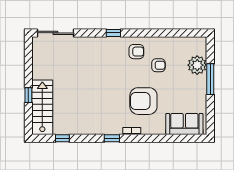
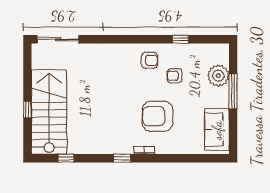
window: (113, 33) -> (180, 39), moved
armchair: (158, 65) -> (175, 76), turned 180
stairs: (42, 107) -> (49, 112), width x1.36, depth x1.51
sofa: (184, 124) -> (217, 130), moved, turned -90

